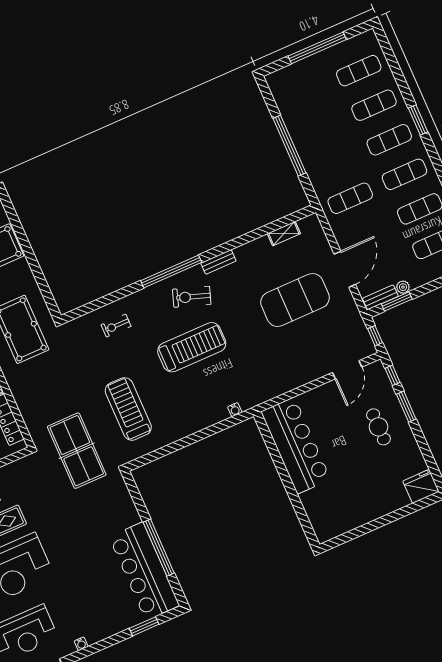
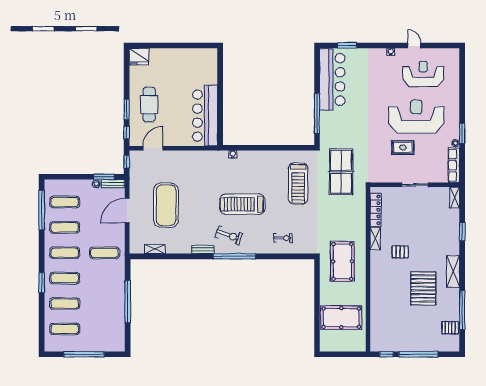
exercise mat: (295, 300) -> (166, 205), turned 90
cafe table: (378, 427) -> (149, 105), width x1.37, depth x1.35
window: (159, 548) -> (317, 113), moved

